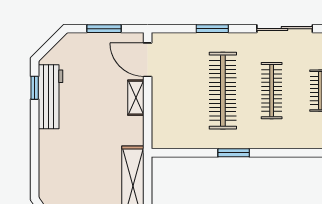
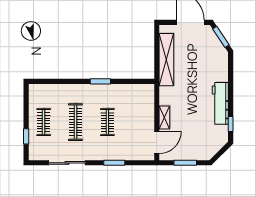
door: (148, 60) -> (157, 142), hinge flipped
clothes rail: (223, 91) -> (107, 122), width x0.54, depth x0.76
workbench: (51, 97) -> (220, 103), moved

